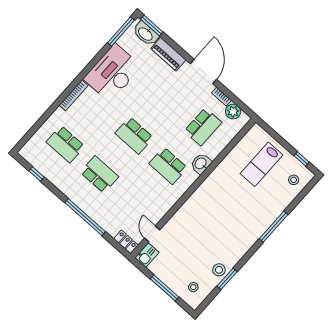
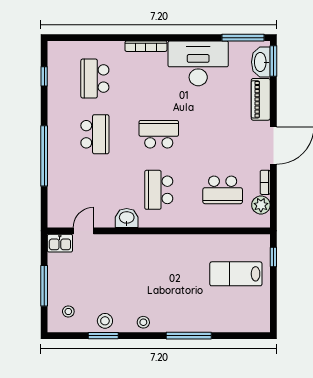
school desk: (134, 135) -> (159, 134), turned 90
window: (302, 159) -> (273, 257), moved
washbasin: (201, 164) -> (127, 218), moved
stool: (294, 180) -> (143, 322), moved
locker: (126, 242) -> (55, 213), removed

